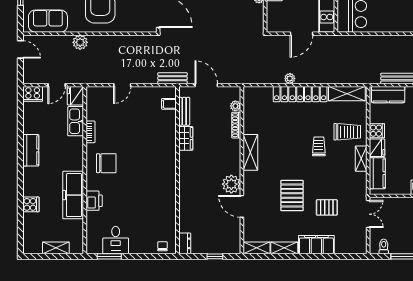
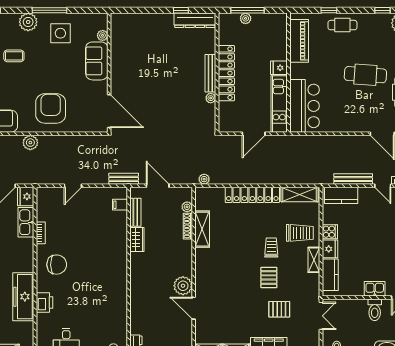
plant: (290, 78) -> (204, 179), moved
shelving: (250, 152) -> (202, 229), moved
pallet: (292, 196) -> (269, 277), moved, width x0.67, depth x0.71

